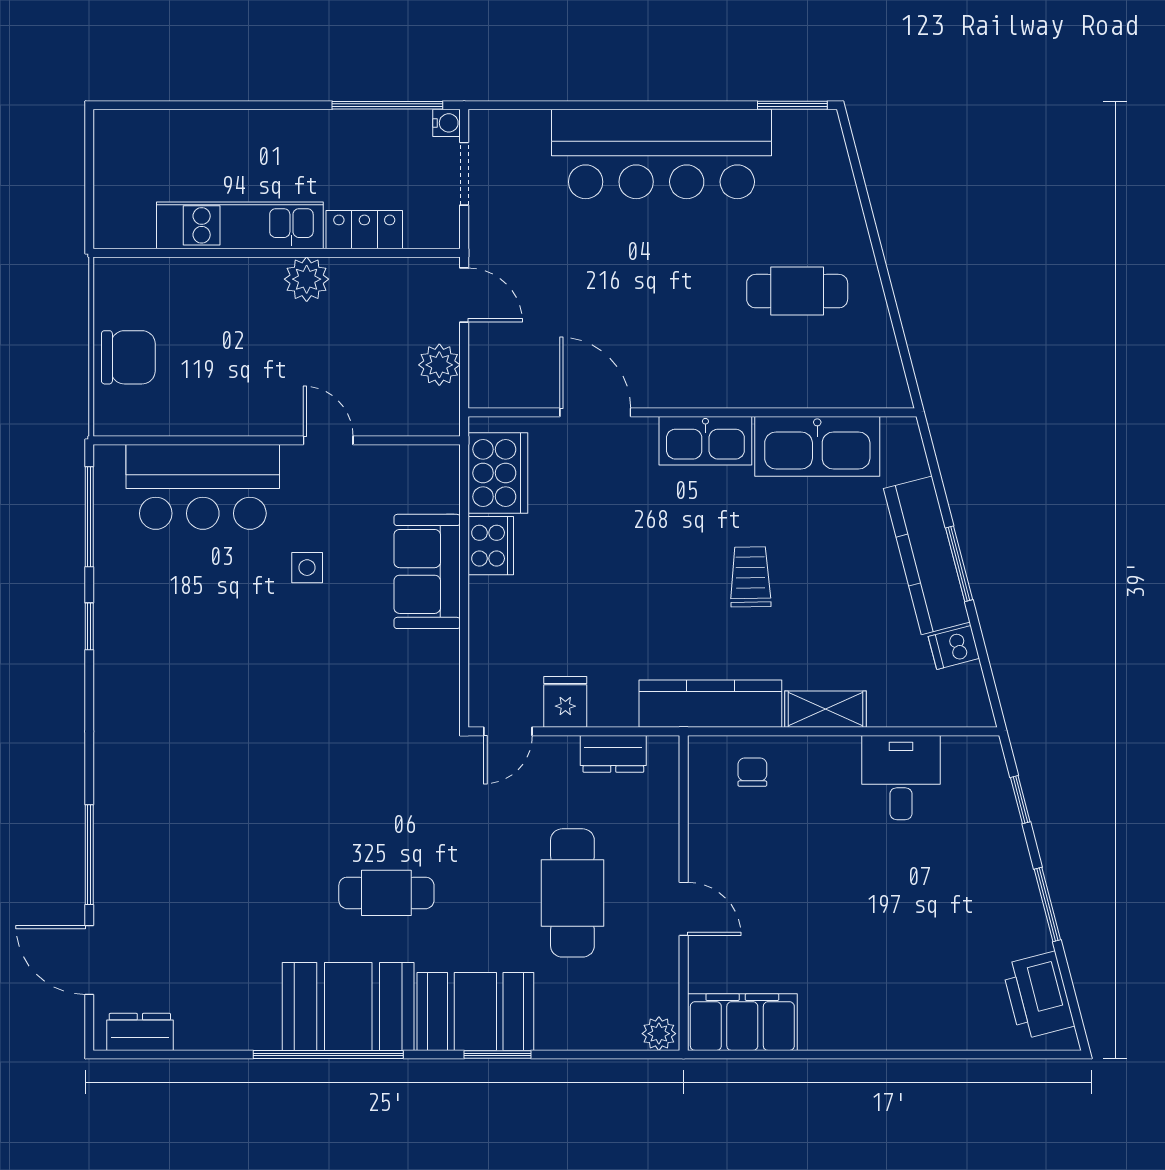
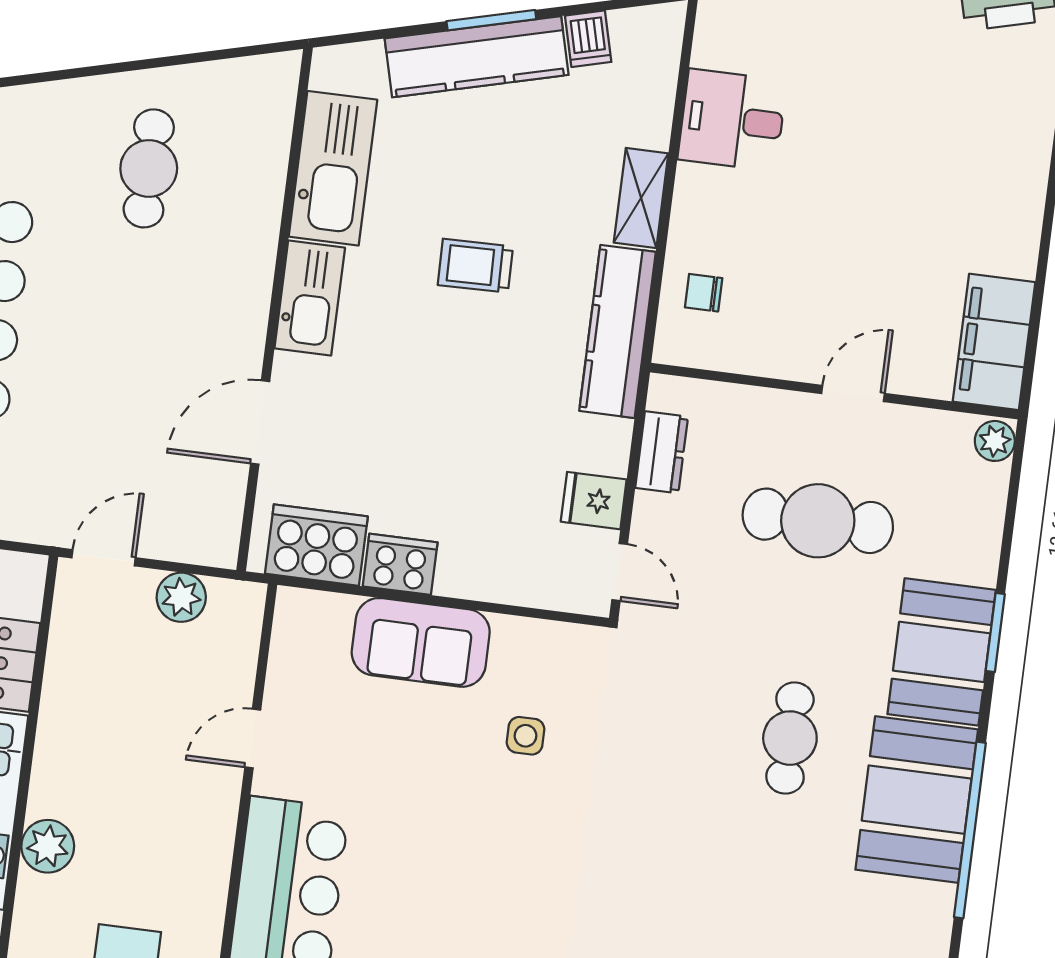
plant: (307, 279) -> (48, 846), moved
side table: (307, 568) -> (526, 736), moved

